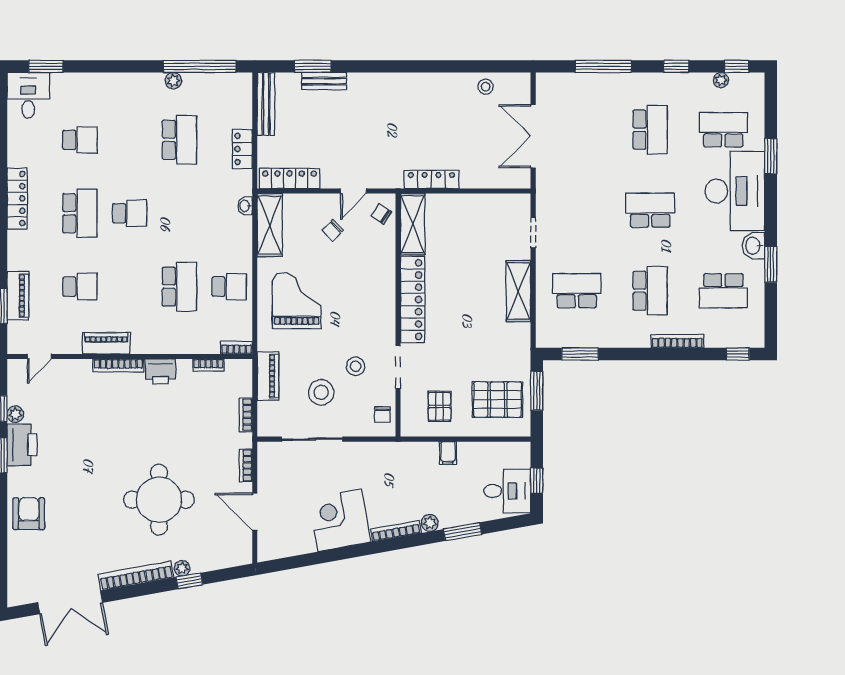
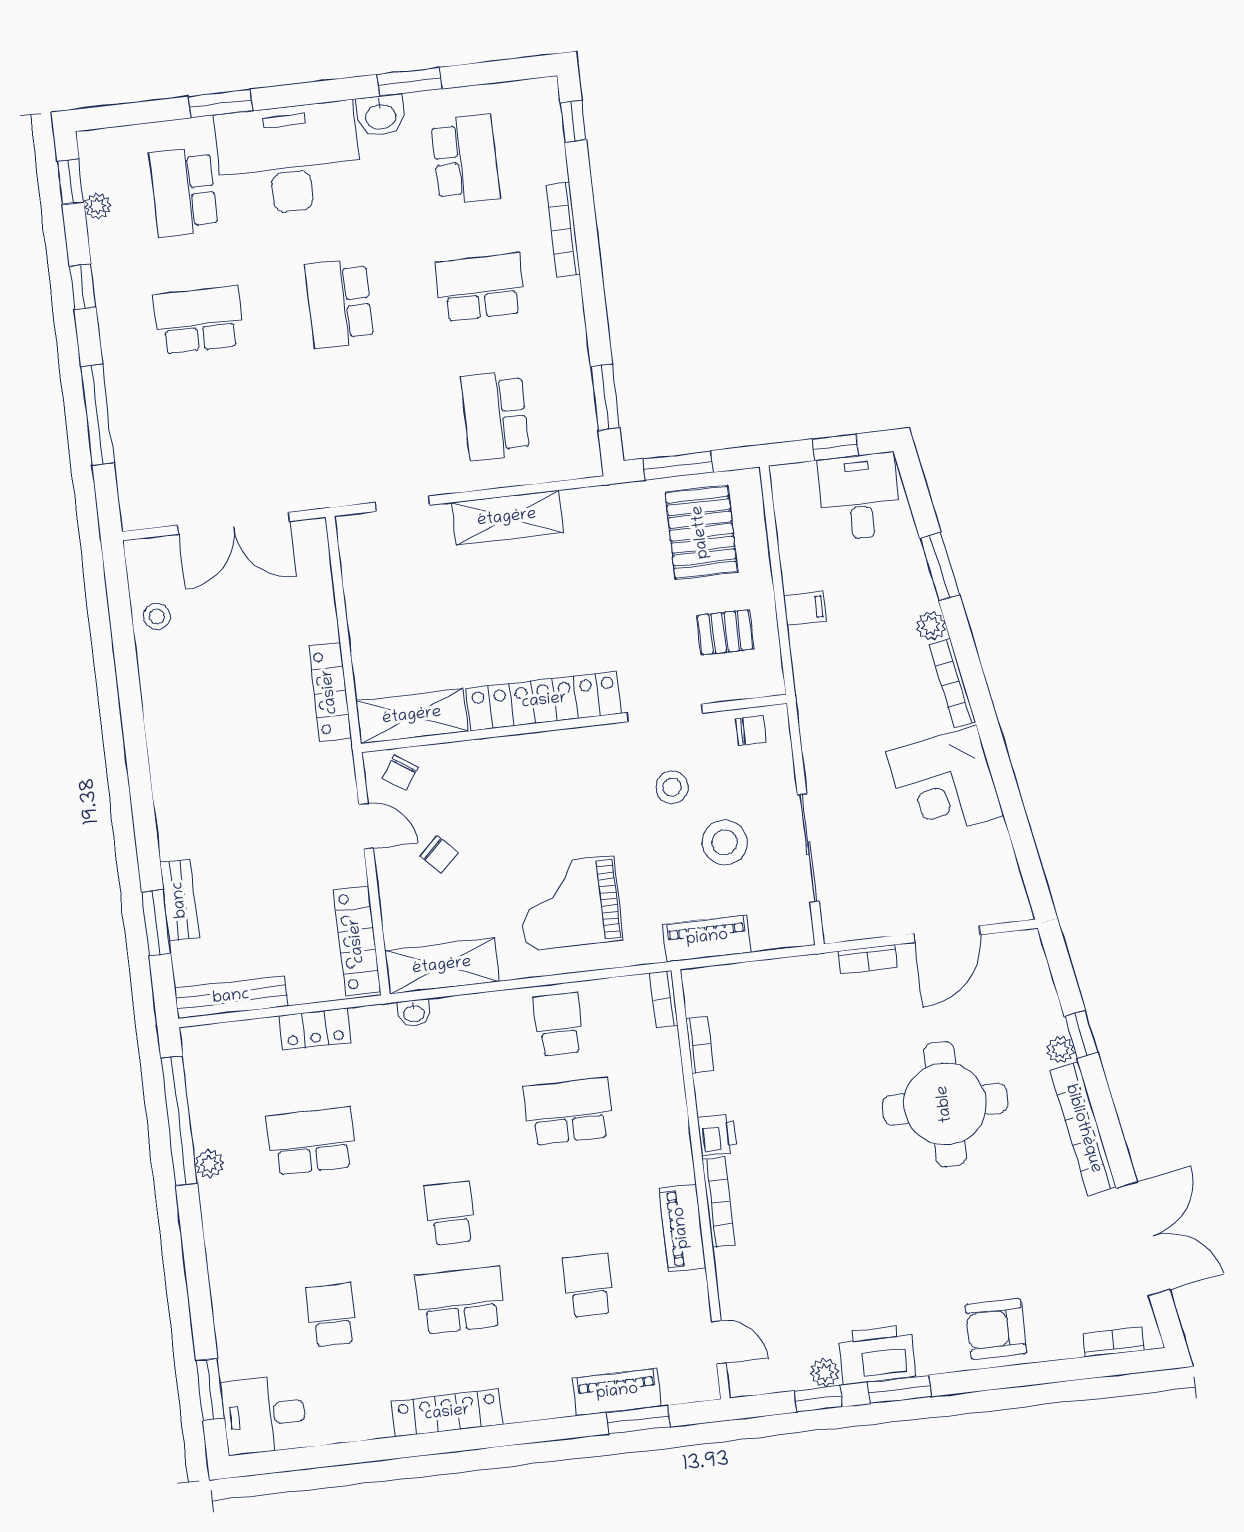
printer: (161, 371) -> (717, 1135), width x0.73, depth x0.81
bookcase: (246, 415) -> (1114, 1342), moved, turned 180

